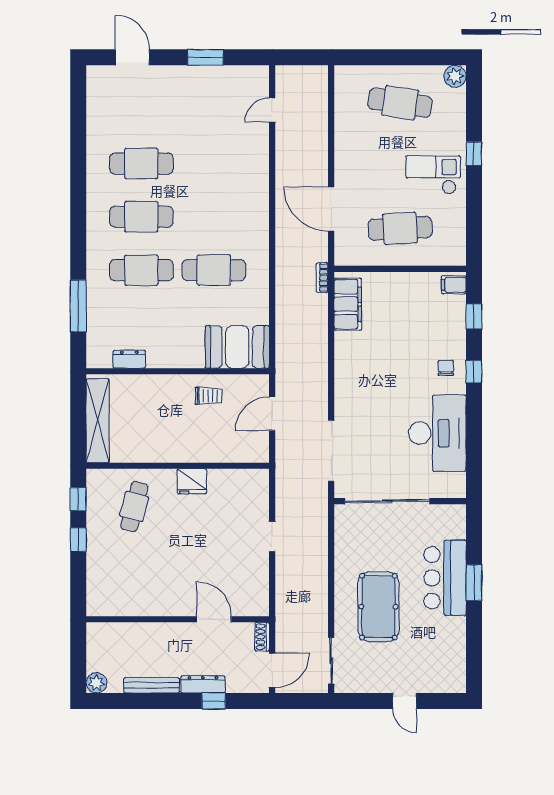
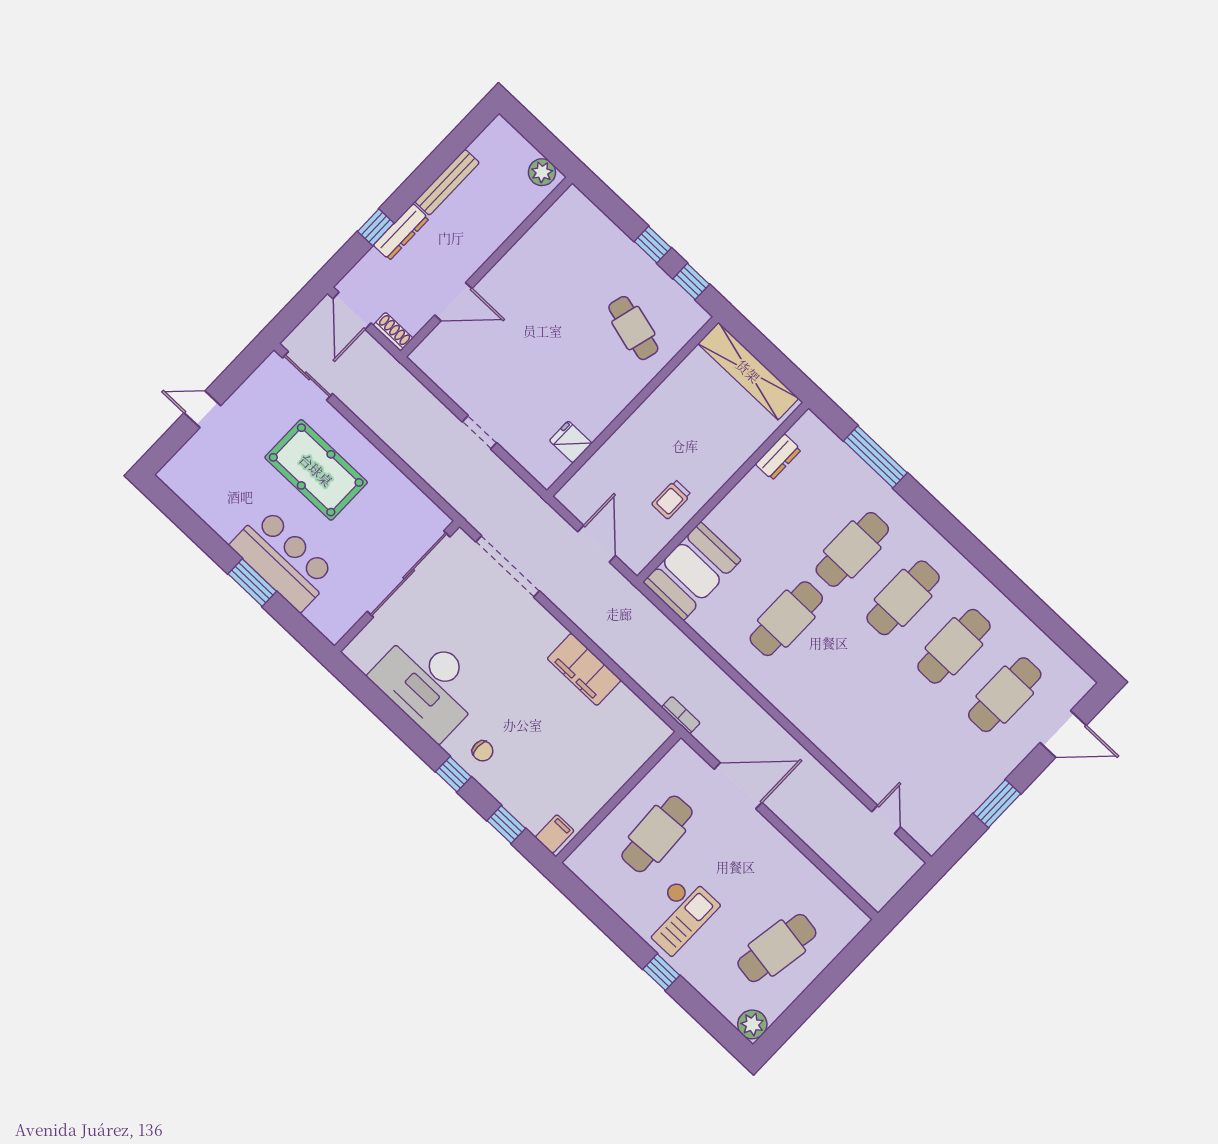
cafe table: (141, 110) -> (1005, 695), added
filing cabinet: (348, 304) -> (584, 669), moved
fridge: (192, 481) -> (571, 442), moved, width x0.72
plant: (96, 683) -> (542, 172), moved

